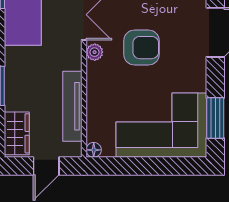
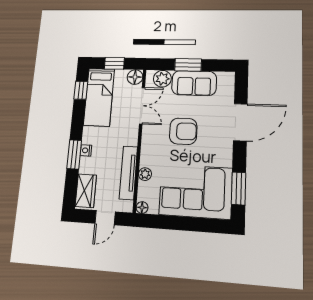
plant: (95, 52) -> (145, 174), moved
nightstand: (12, 80) -> (86, 150), added

